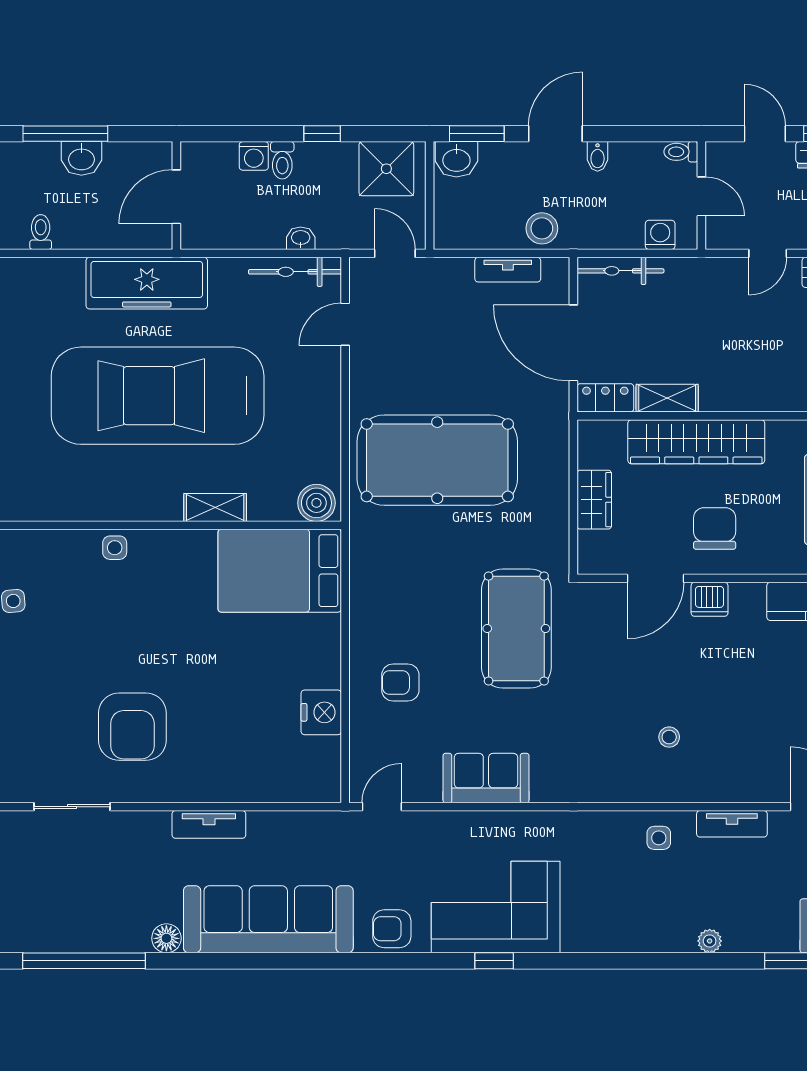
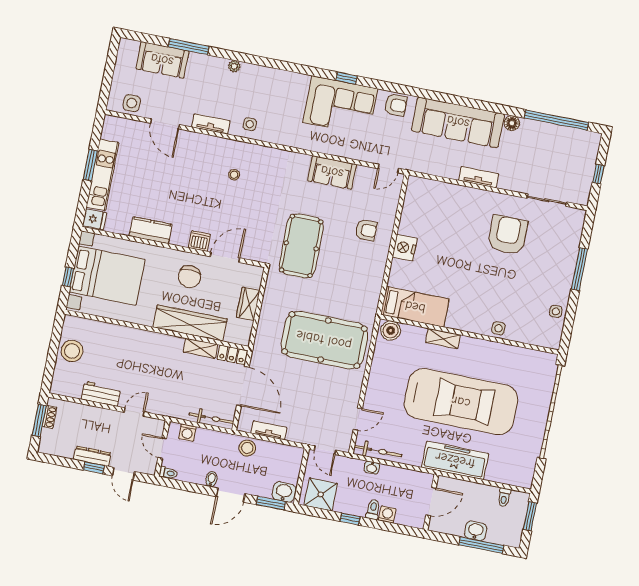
bed: (280, 571) -> (415, 307), width x0.67
nightstand: (321, 712) -> (405, 248), moved

